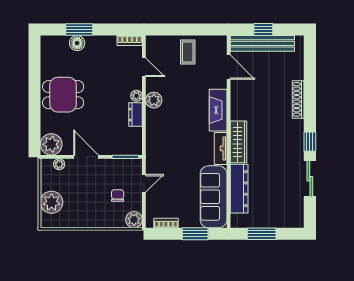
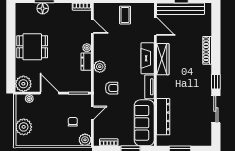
plant: (154, 100) -> (100, 67), moved
wardrobe: (238, 142) -> (163, 59), moved
armchair: (170, 150) -> (112, 88), added

